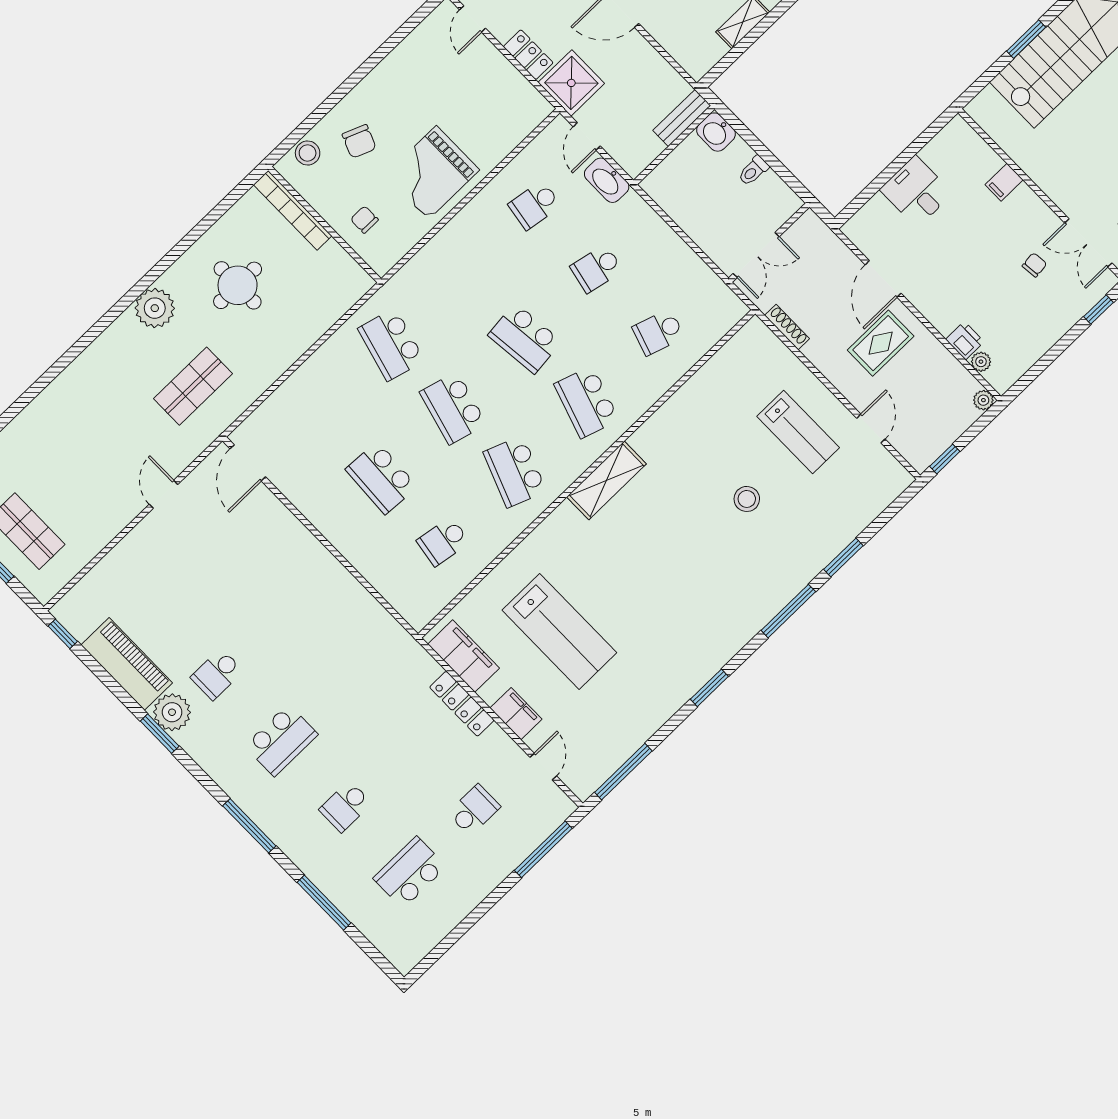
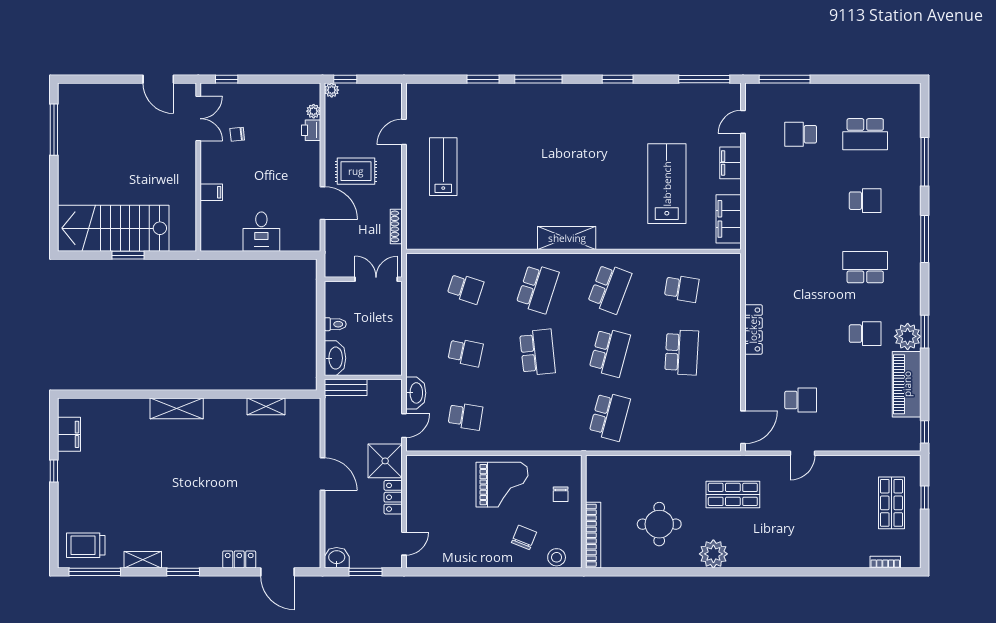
washbasin: (716, 132) -> (335, 358), width x1.38
door: (883, 279) -> (322, 203), hinge flipped
window: (945, 459) -> (345, 79), moved
stool: (747, 499) -> (503, 158), removed
school desk: (217, 546) -> (801, 400), added
locker: (462, 704) -> (753, 329), moved

